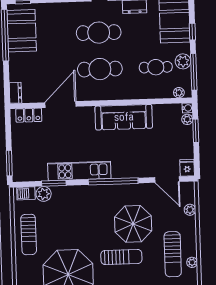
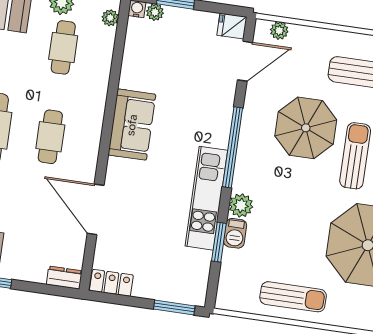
cafe table: (100, 69) -> (50, 137), width x0.73, depth x0.74
locker: (29, 115) -> (111, 283), moved, turned -90
sofa: (124, 117) -> (132, 125), width x0.73
barbecue: (26, 193) -> (235, 233), moved
plant: (44, 194) -> (241, 205), moved
plant: (190, 210) -> (279, 31), moved

